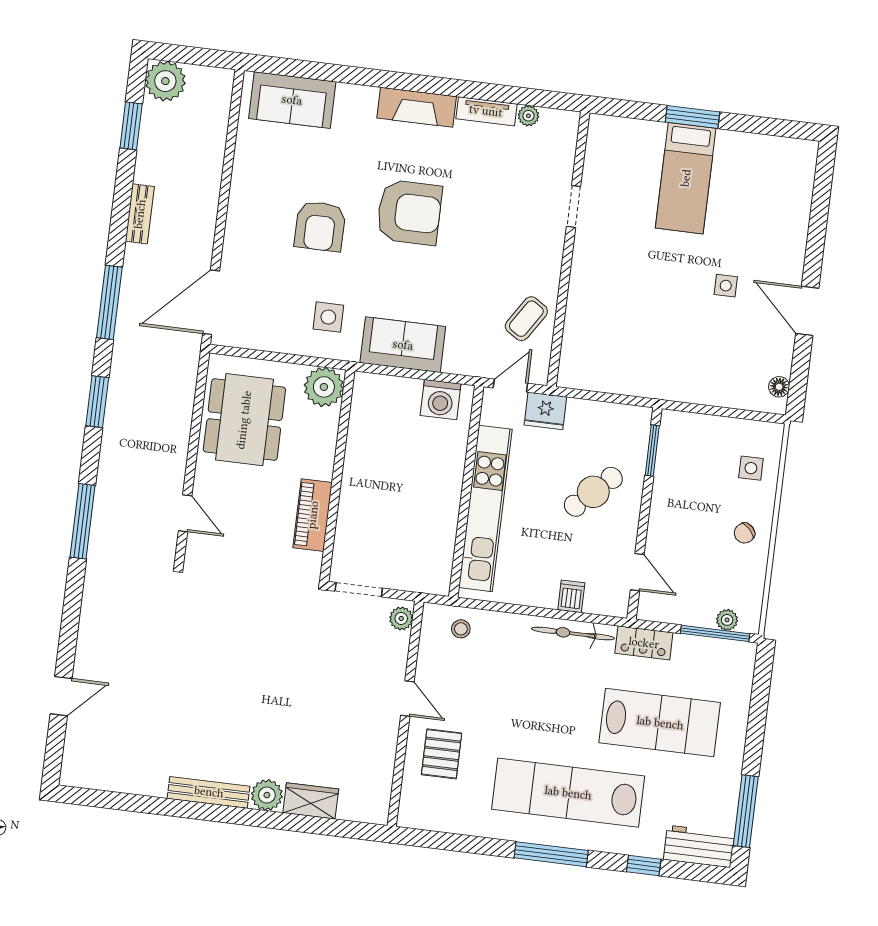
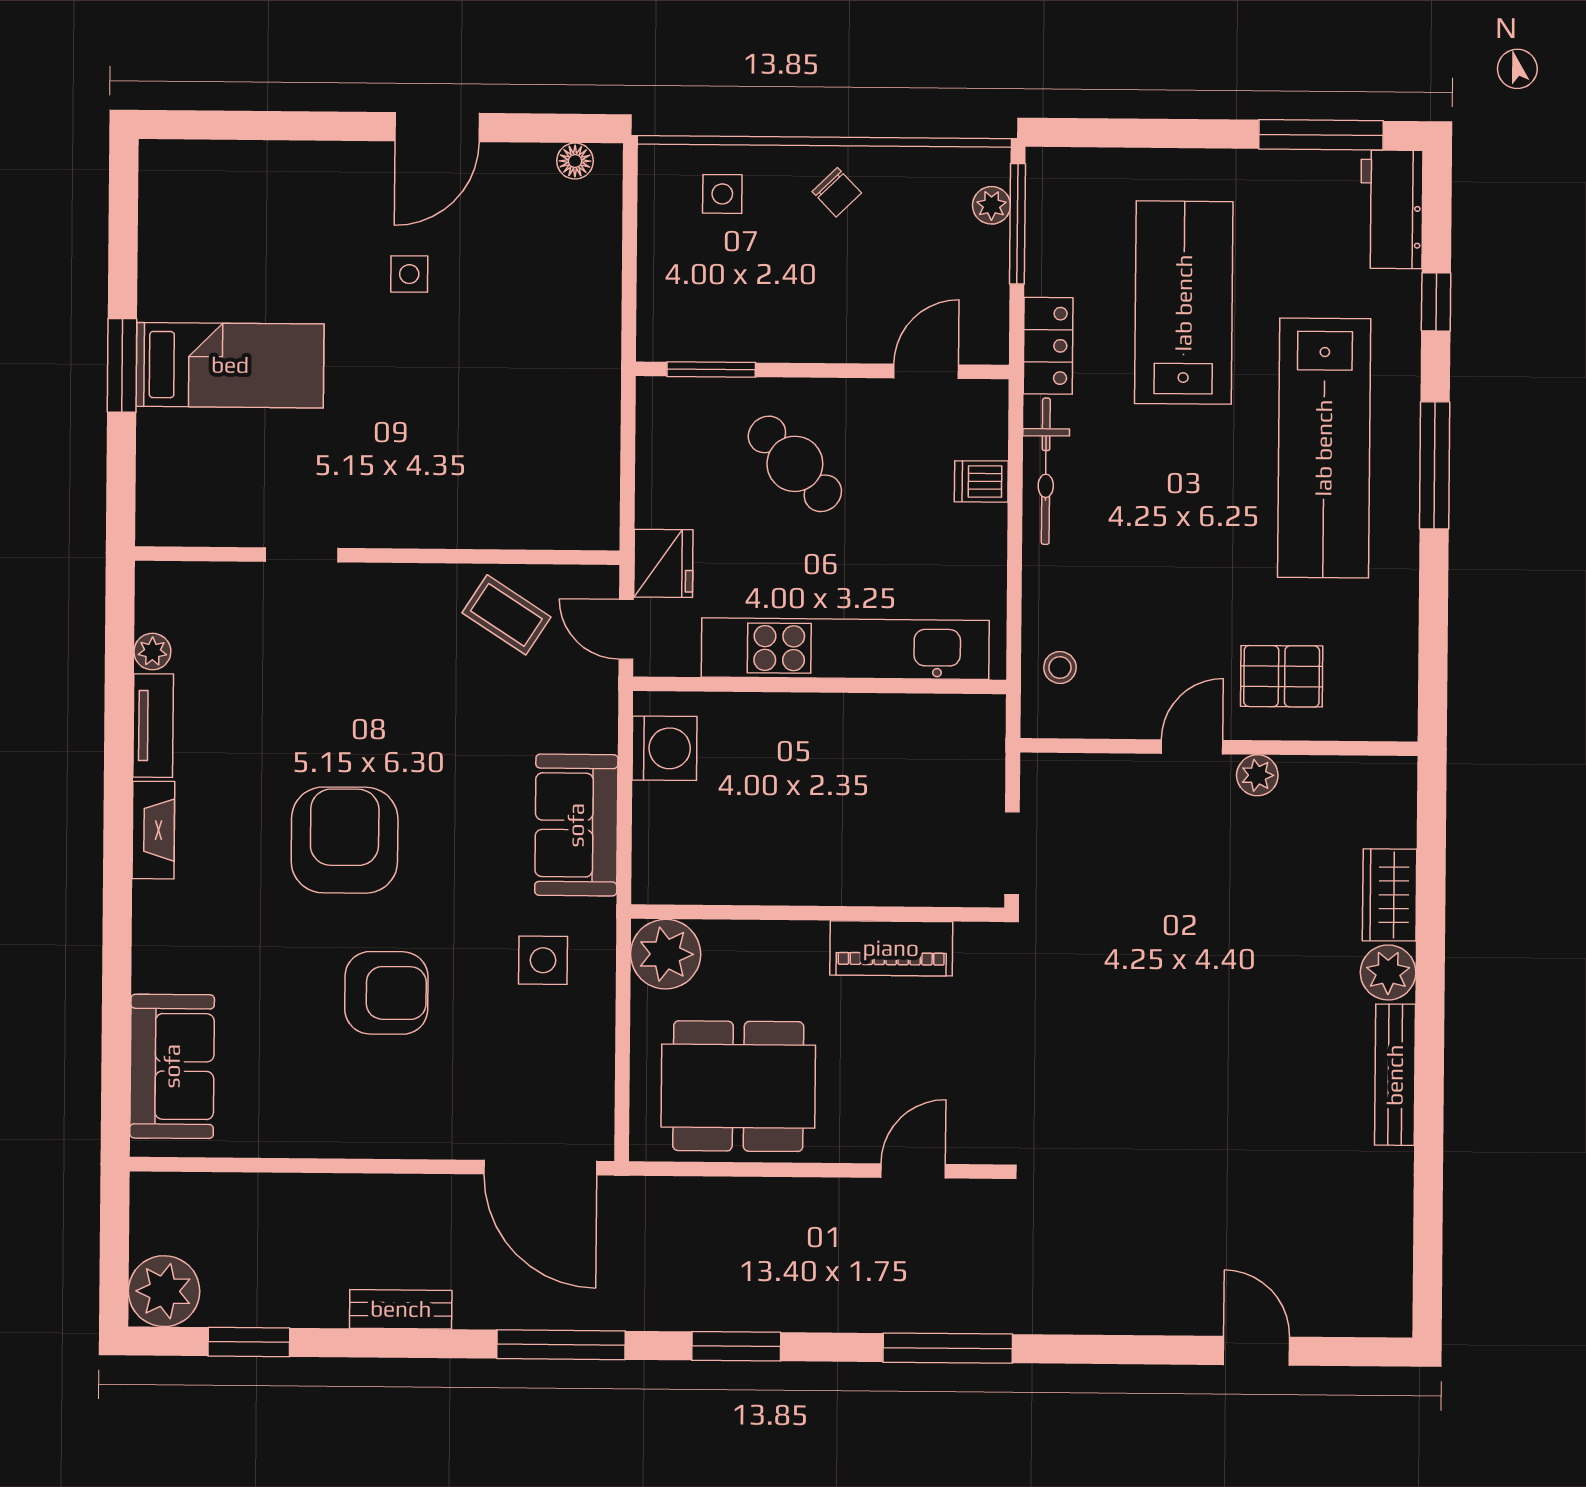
fireplace: (417, 107) -> (153, 830), width x0.73, depth x0.76
plant: (401, 618) -> (1257, 775), moved

